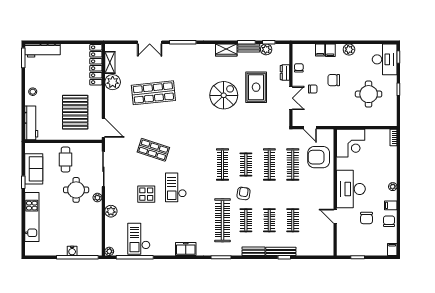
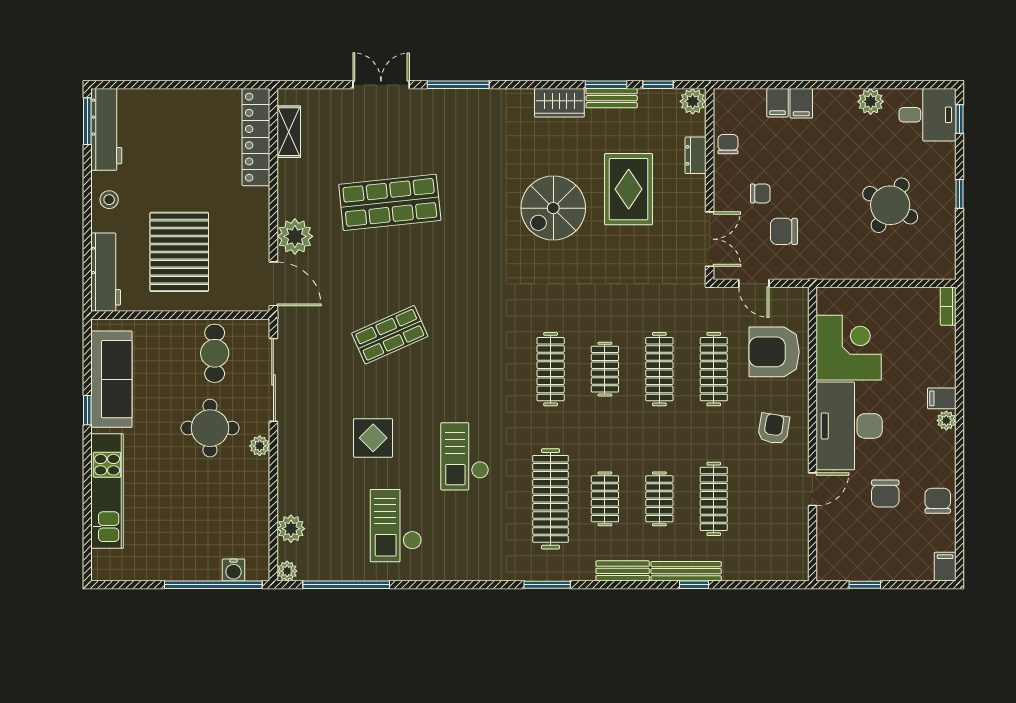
double door: (150, 42) -> (381, 85), swing flipped
plant: (266, 49) -> (693, 101), moved
plant: (349, 49) -> (871, 102), moved
workbench: (42, 50) -> (106, 129), moved, turned -90
desk: (385, 59) -> (927, 115), width x0.73
chair: (334, 80) -> (784, 231), moved
plant: (113, 82) -> (295, 236), moved
round table: (369, 94) -> (890, 205), turned 30
spiral stairs: (224, 95) -> (553, 208), turned 180
double door: (291, 98) -> (710, 239), moved
pallet: (75, 112) -> (179, 252), moved
corner desk: (351, 143) -> (849, 348), moved, turned -90
shop shelf: (153, 150) -> (390, 335), turned -42
cafe table: (65, 159) -> (215, 353), moved
sofa: (34, 169) -> (111, 379), width x1.36
checkout: (176, 187) -> (465, 456), moved
armchair: (244, 193) -> (774, 429), moved
filing cabinet: (391, 205) -> (942, 398), moved
plant: (111, 211) -> (291, 529), moved
door: (335, 216) -> (812, 489), swing flipped
clothes rail: (293, 220) -> (714, 499), width x1.36
checkout: (139, 239) -> (396, 526), moved
freezer: (186, 249) -> (465, 566), removed
water cooler: (72, 251) -> (234, 570), moved

